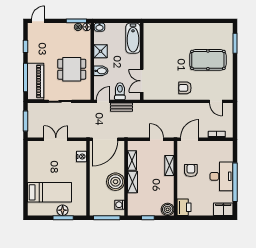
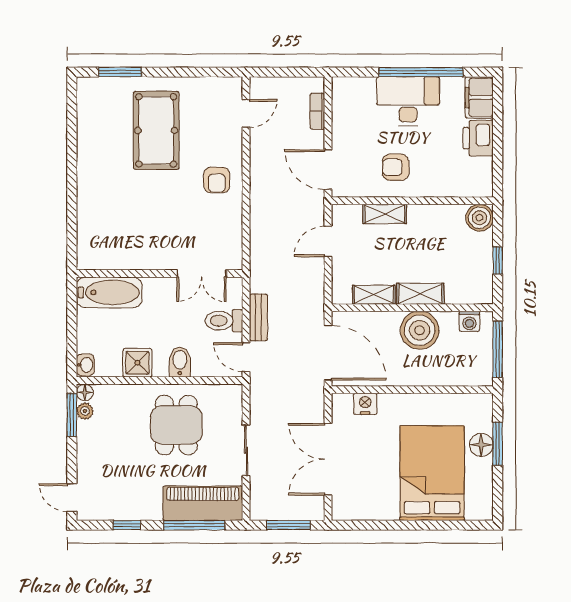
double door: (56, 139) -> (328, 459), width x1.37
bed: (49, 192) -> (432, 473), width x1.50
printer: (184, 207) -> (478, 138), moved, turned -90

